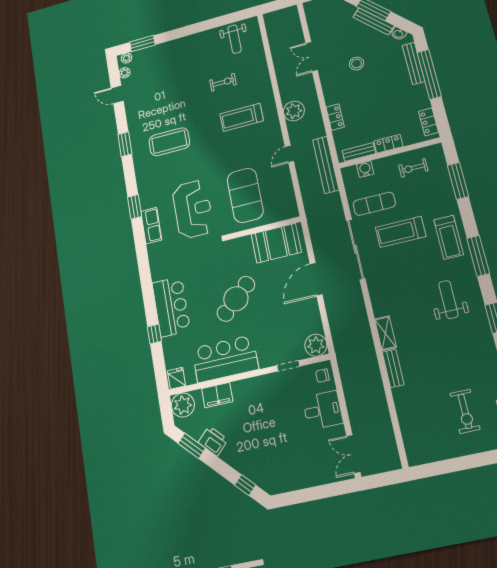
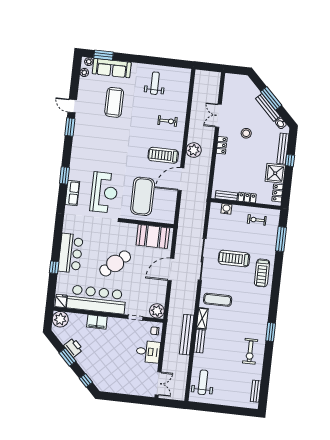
weight bench: (235, 39) -> (155, 83), moved, turned 180
sofa: (157, 54) -> (112, 68), added
window: (429, 74) -> (290, 160), width x0.32
exercise bike: (223, 82) -> (167, 121), moved
door: (117, 95) -> (72, 106), moved
shower: (415, 98) -> (275, 173), added
treadmill: (242, 117) -> (163, 155), moved
locker: (335, 117) -> (222, 145), moved
coffee table: (169, 142) -> (114, 102), moved, turned 90
door: (289, 154) -> (181, 179), width x1.87
bench: (326, 165) -> (187, 335), moved
exercise mat: (374, 204) -> (218, 300), moved
window: (478, 256) -> (275, 291), removed
weight bench: (448, 300) -> (203, 382), moved
bar counter: (225, 359) -> (96, 299), width x1.36
filing cabinet: (217, 395) -> (97, 322), moved
exercise bike: (465, 411) -> (250, 351), moved
window: (192, 446) -> (67, 357), moved
double door: (353, 454) -> (158, 383), swing flipped

